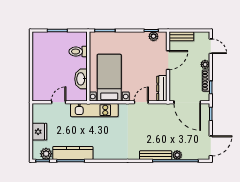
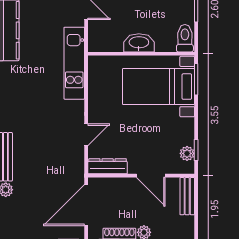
toilet: (78, 52) -> (185, 38), moved
bed with nightstands: (109, 78) -> (158, 87), moved, turned 180
washbasin: (81, 79) -> (139, 43), moved
door: (141, 102) -> (86, 135), hinge flipped

